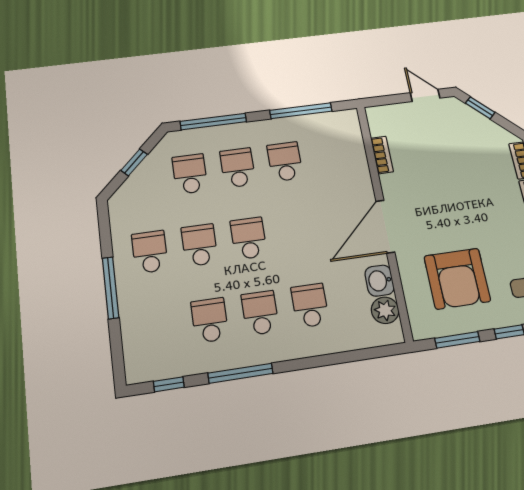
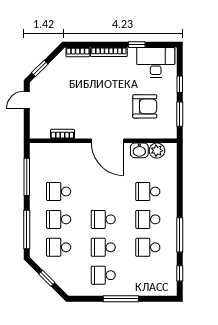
armchair: (457, 279) -> (145, 106), width x0.73, depth x0.73

